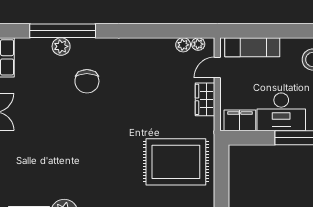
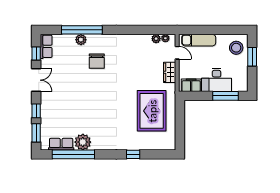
door: (217, 68) -> (177, 53), swing flipped
rug: (176, 162) -> (152, 111), turned 90

